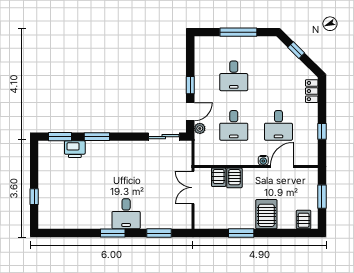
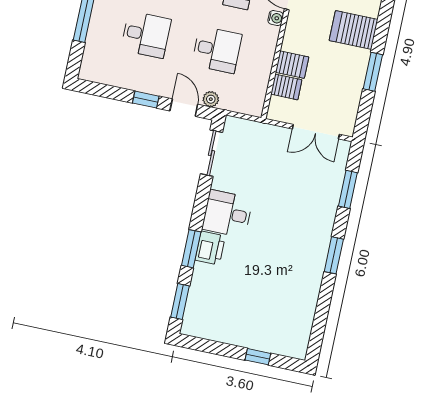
printer: (75, 149) -> (210, 248), moved
double door: (193, 188) -> (316, 132), moved
desk: (126, 214) -> (227, 214), moved, turned 180

